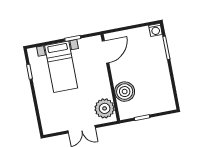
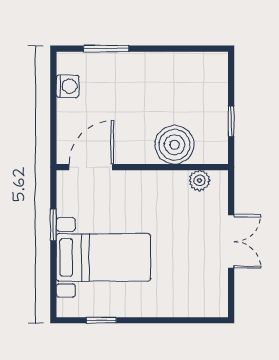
washing machine: (155, 30) -> (68, 86), moved
door: (105, 52) -> (91, 167), hinge flipped
plant: (105, 108) -> (199, 180), width x0.53, depth x0.53

